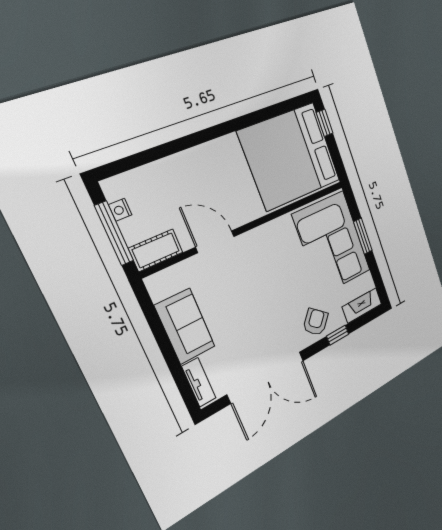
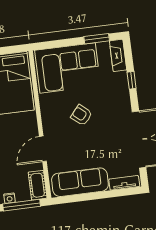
window: (363, 236) -> (97, 39), moved
armchair: (316, 322) -> (81, 115), moved
sofa: (185, 326) -> (80, 182), width x1.36

